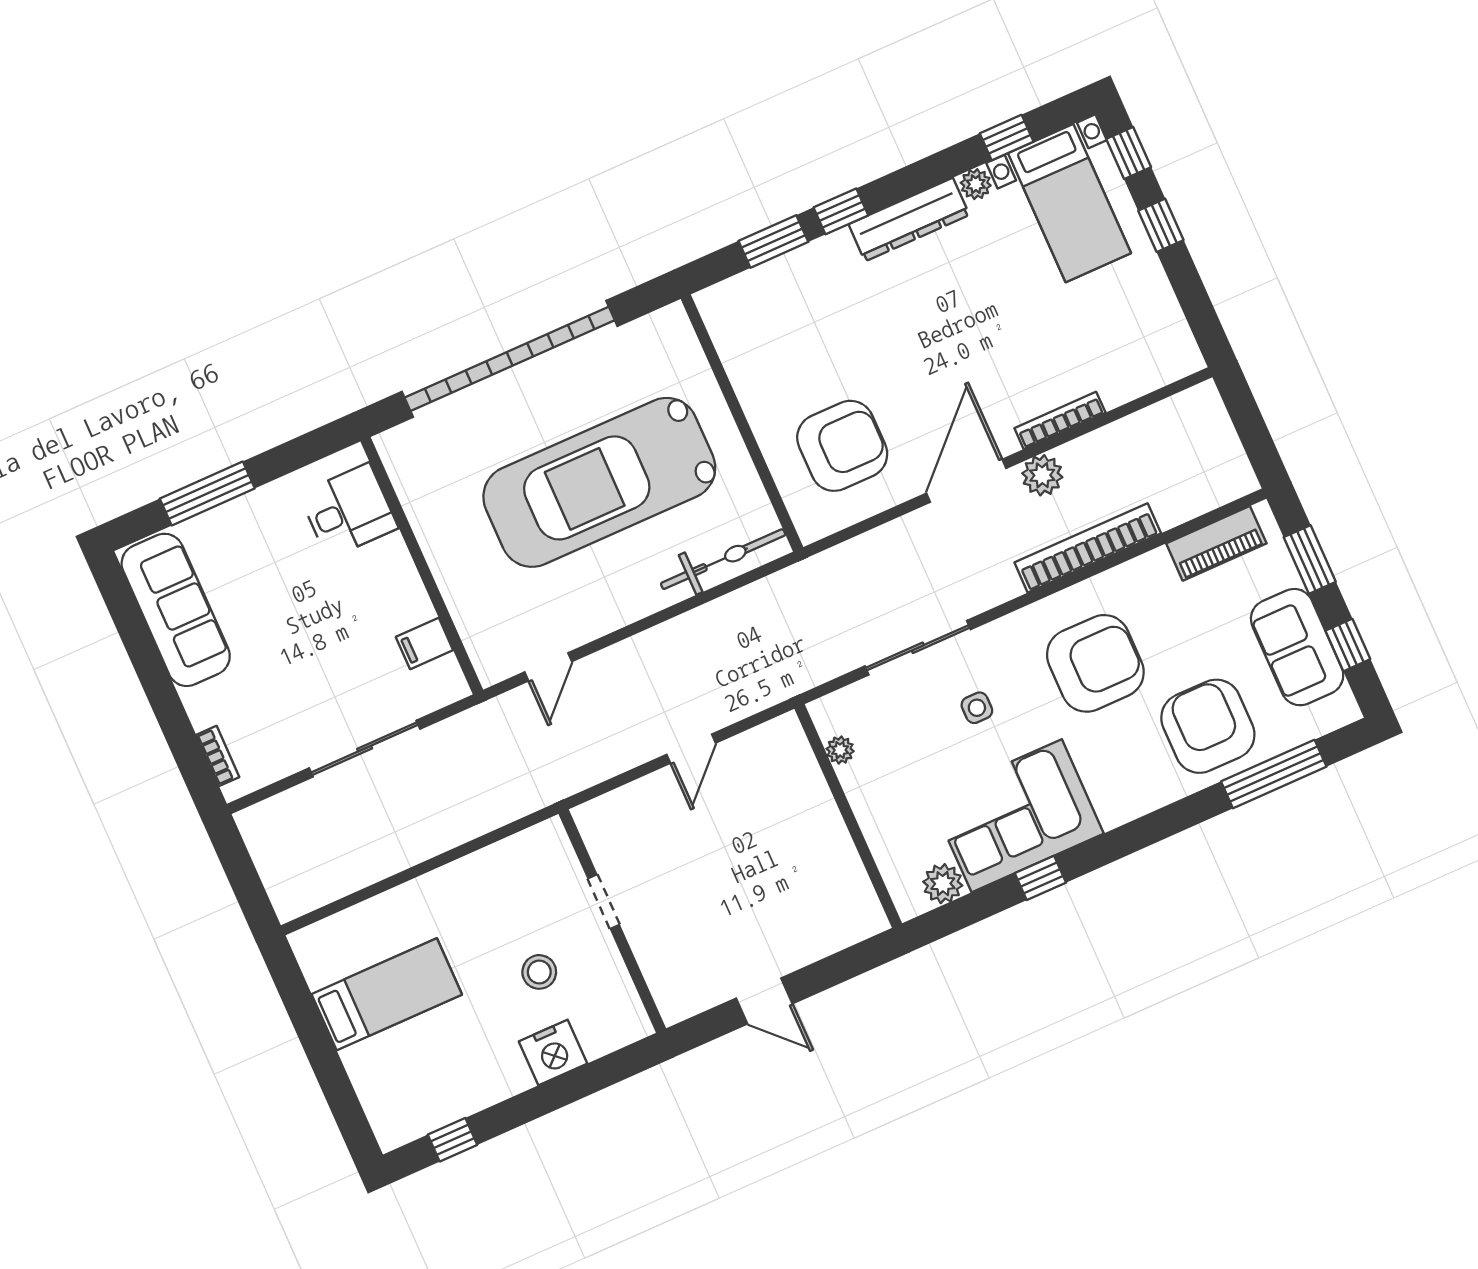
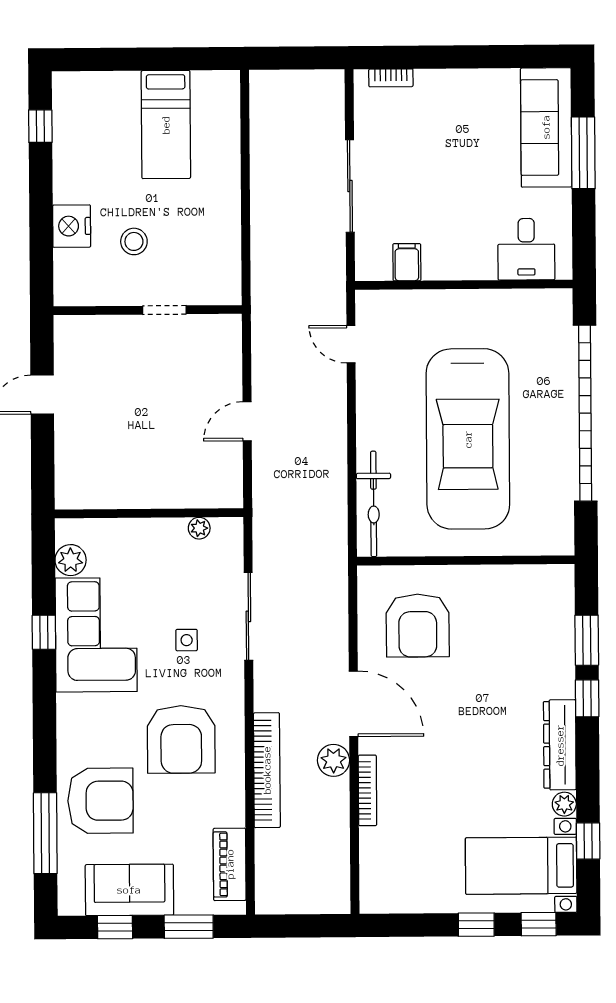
car: (599, 482) -> (468, 439), turned 180
sofa: (176, 610) -> (546, 127), moved, turned 90
door: (691, 749) -> (247, 421), hinge flipped

